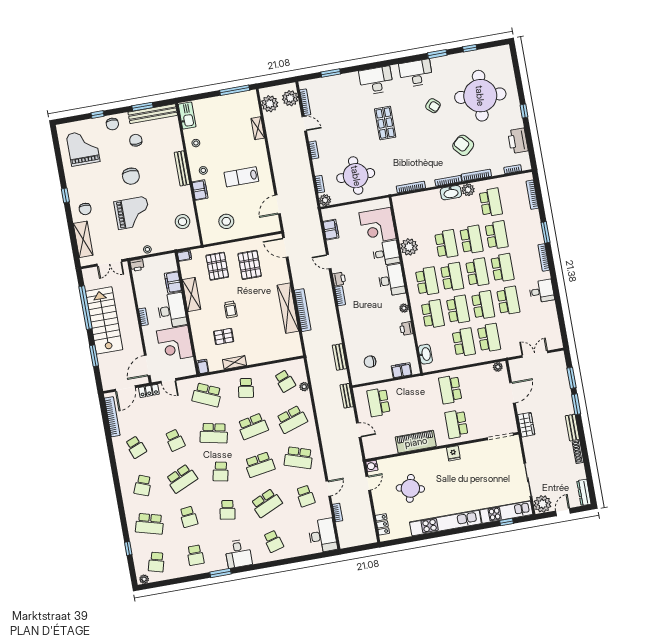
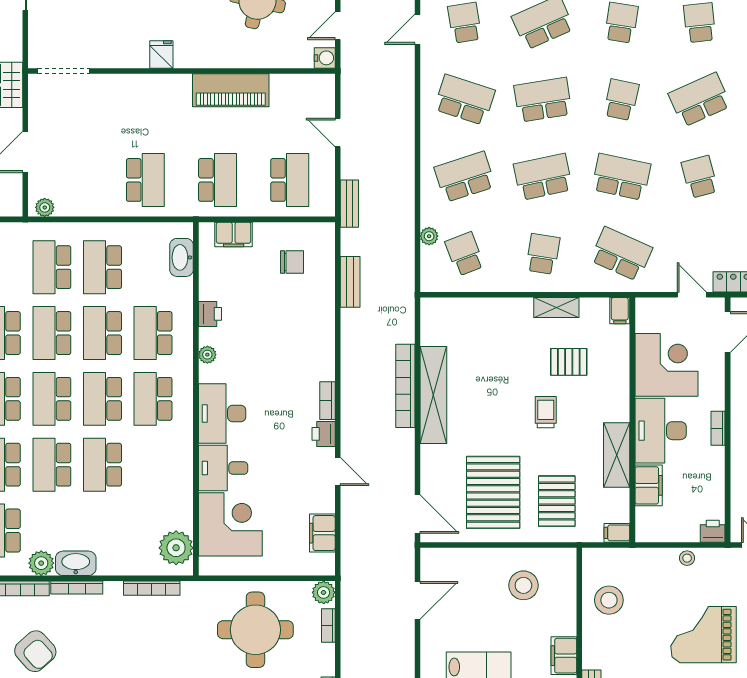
plant: (409, 247) -> (176, 548), moved
pallet: (250, 265) -> (493, 492), width x1.37, depth x1.41
school desk: (456, 424) -> (218, 180), moved

